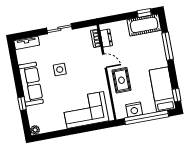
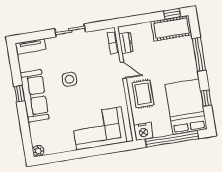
bed: (162, 89) -> (186, 107), width x1.50
window: (177, 95) -> (206, 98), moved
window: (22, 104) -> (19, 94), moved
nightstand: (134, 110) -> (143, 131), moved

